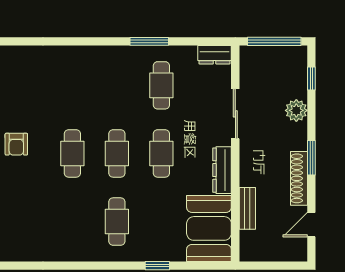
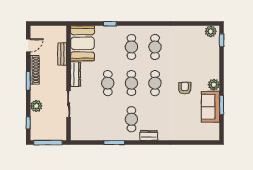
dresser: (215, 55) -> (149, 135), moved
cafe table: (161, 85) -> (131, 119), moved
cafe table: (72, 222) -> (155, 47), added

